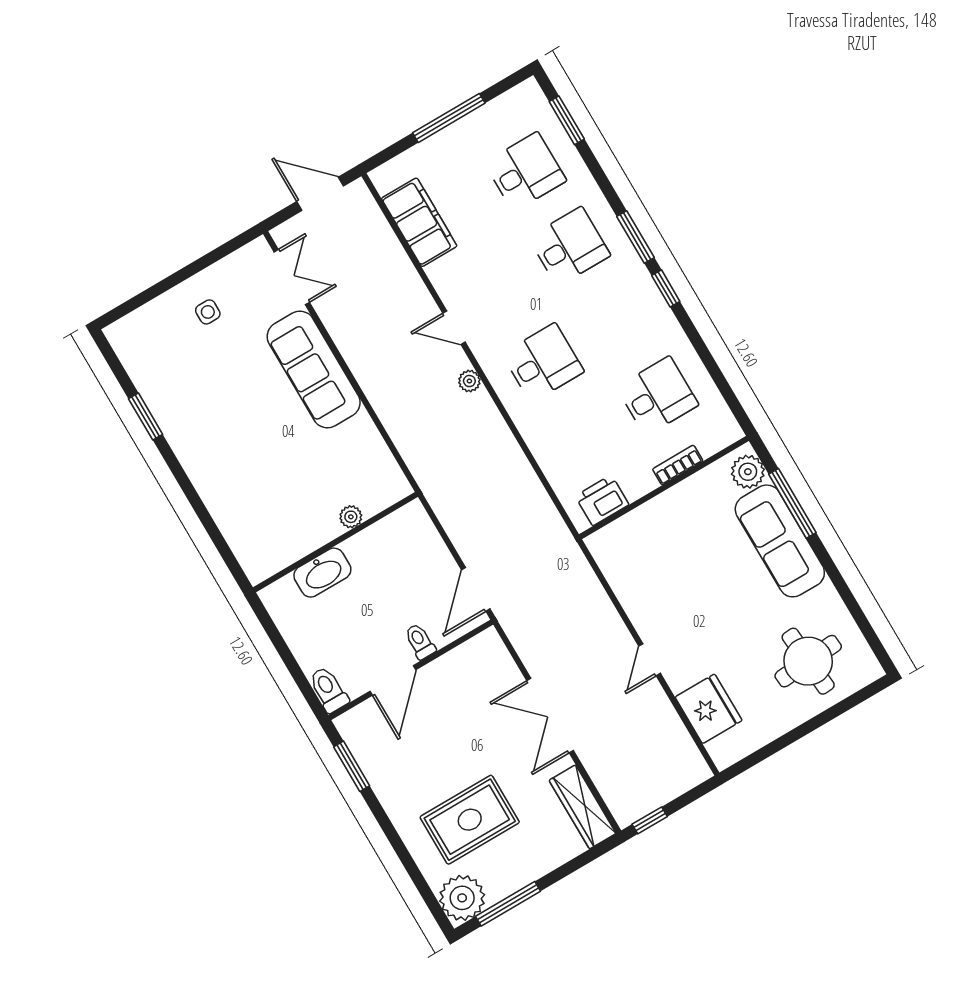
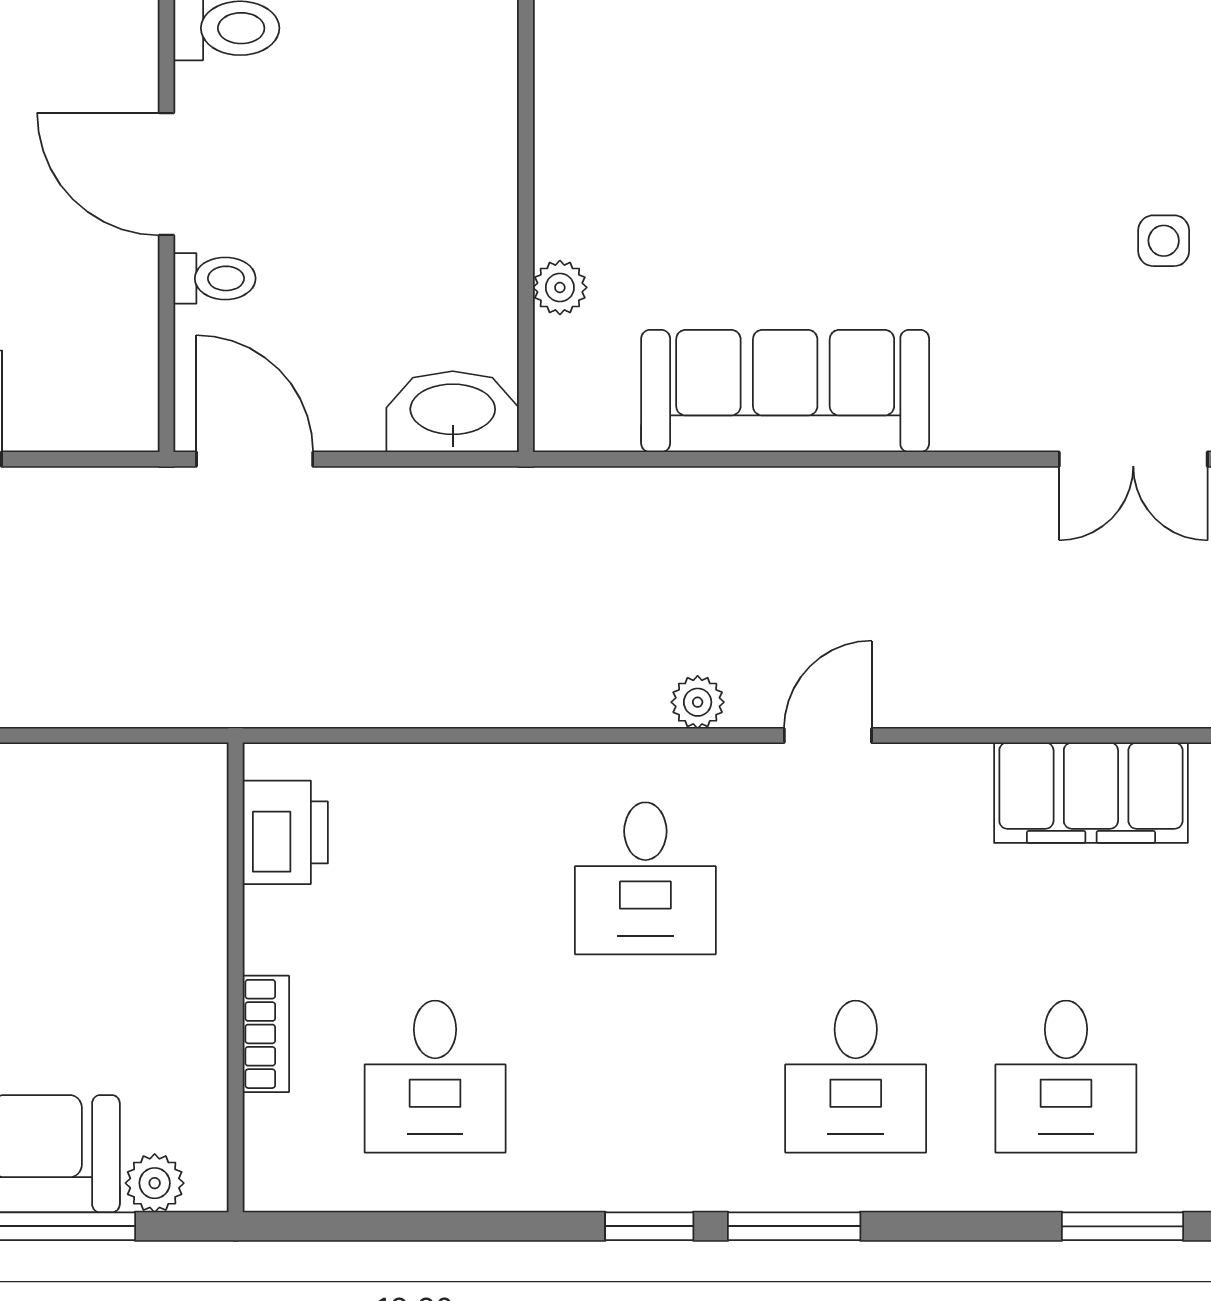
sofa: (314, 369) -> (785, 391), moved
plant: (748, 472) -> (155, 1183), width x0.73, depth x0.73
washbasin: (322, 573) -> (453, 412), moved, turned 90

